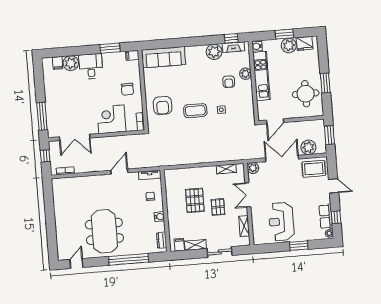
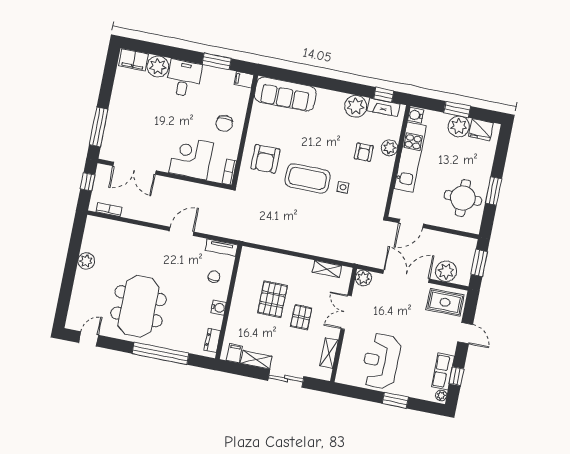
filing cabinet: (58, 63) -> (134, 60), width x2.00
coffee table: (195, 111) -> (308, 178), width x1.36, depth x1.32
plant: (60, 211) -> (86, 261), added

